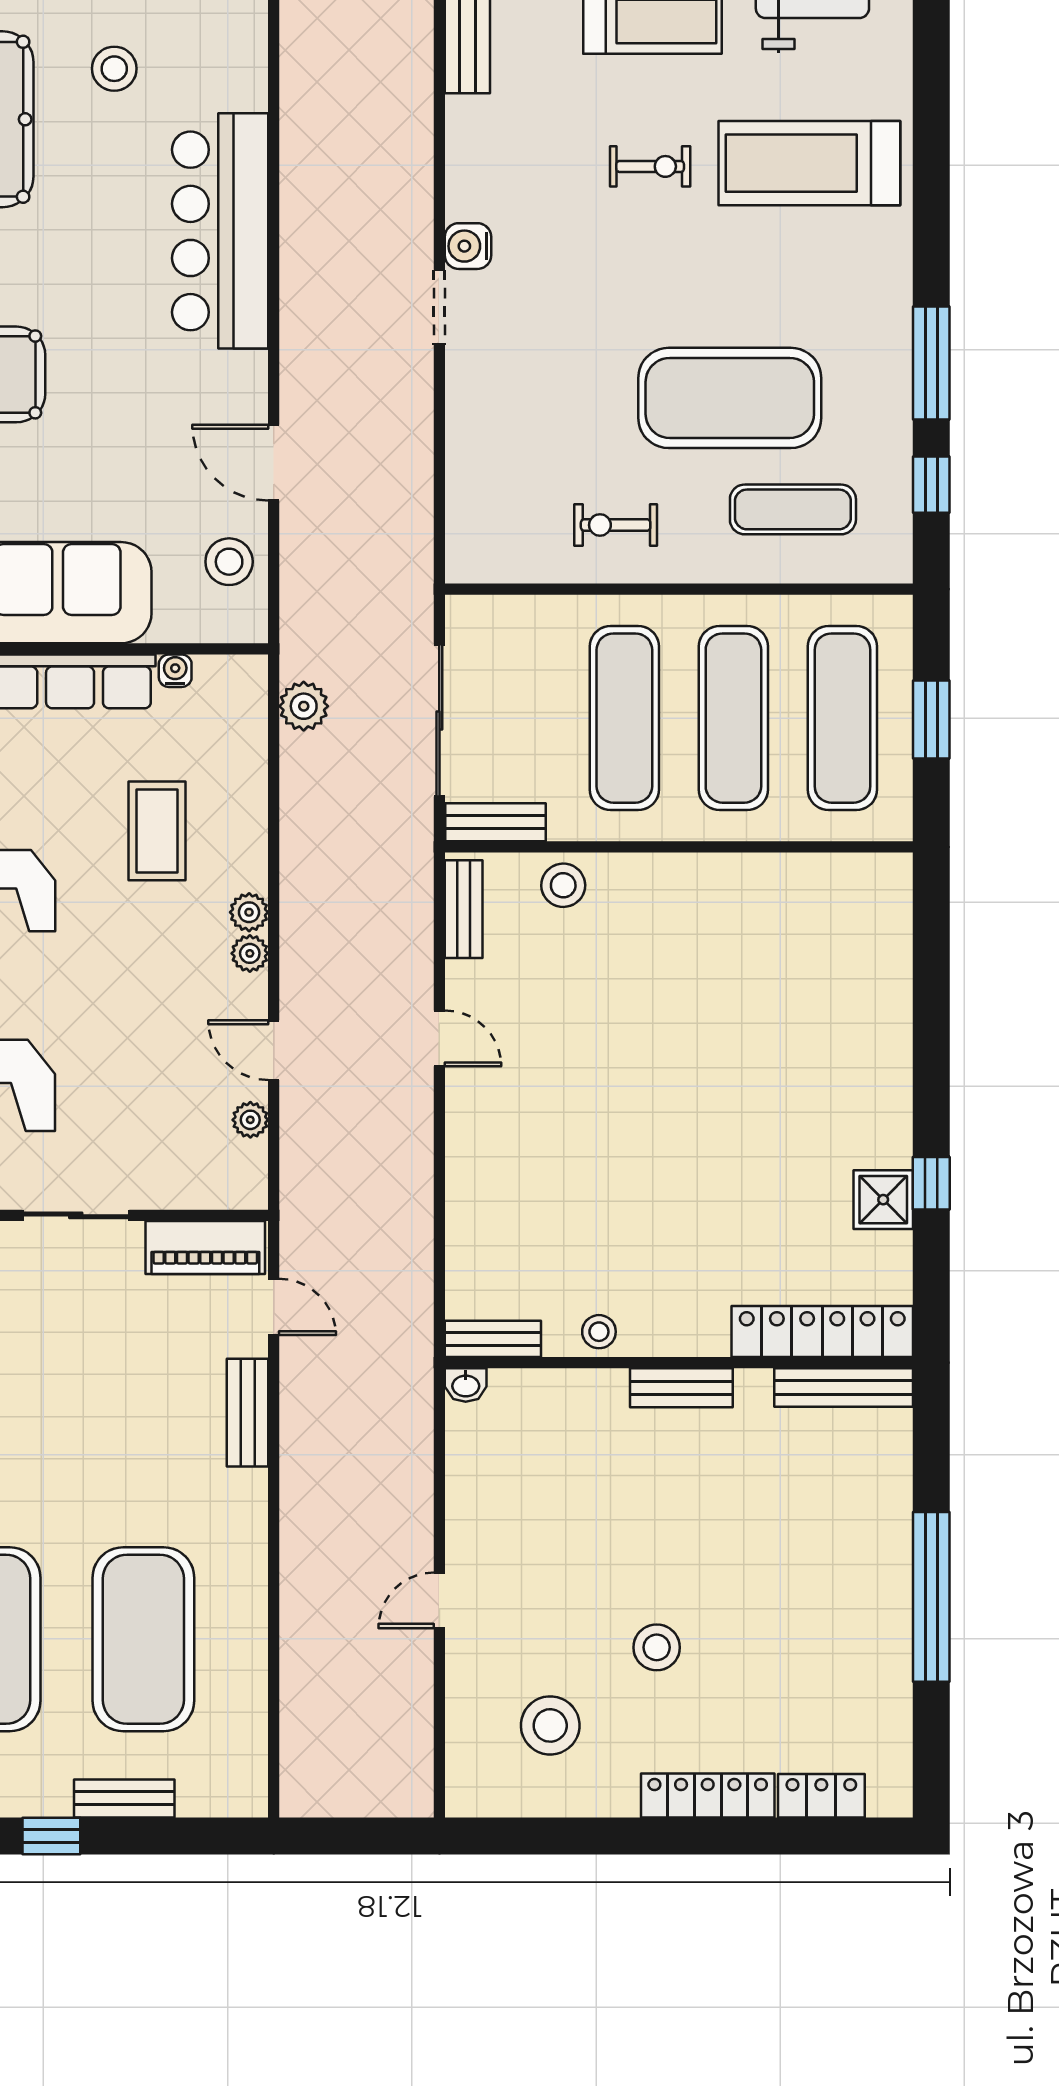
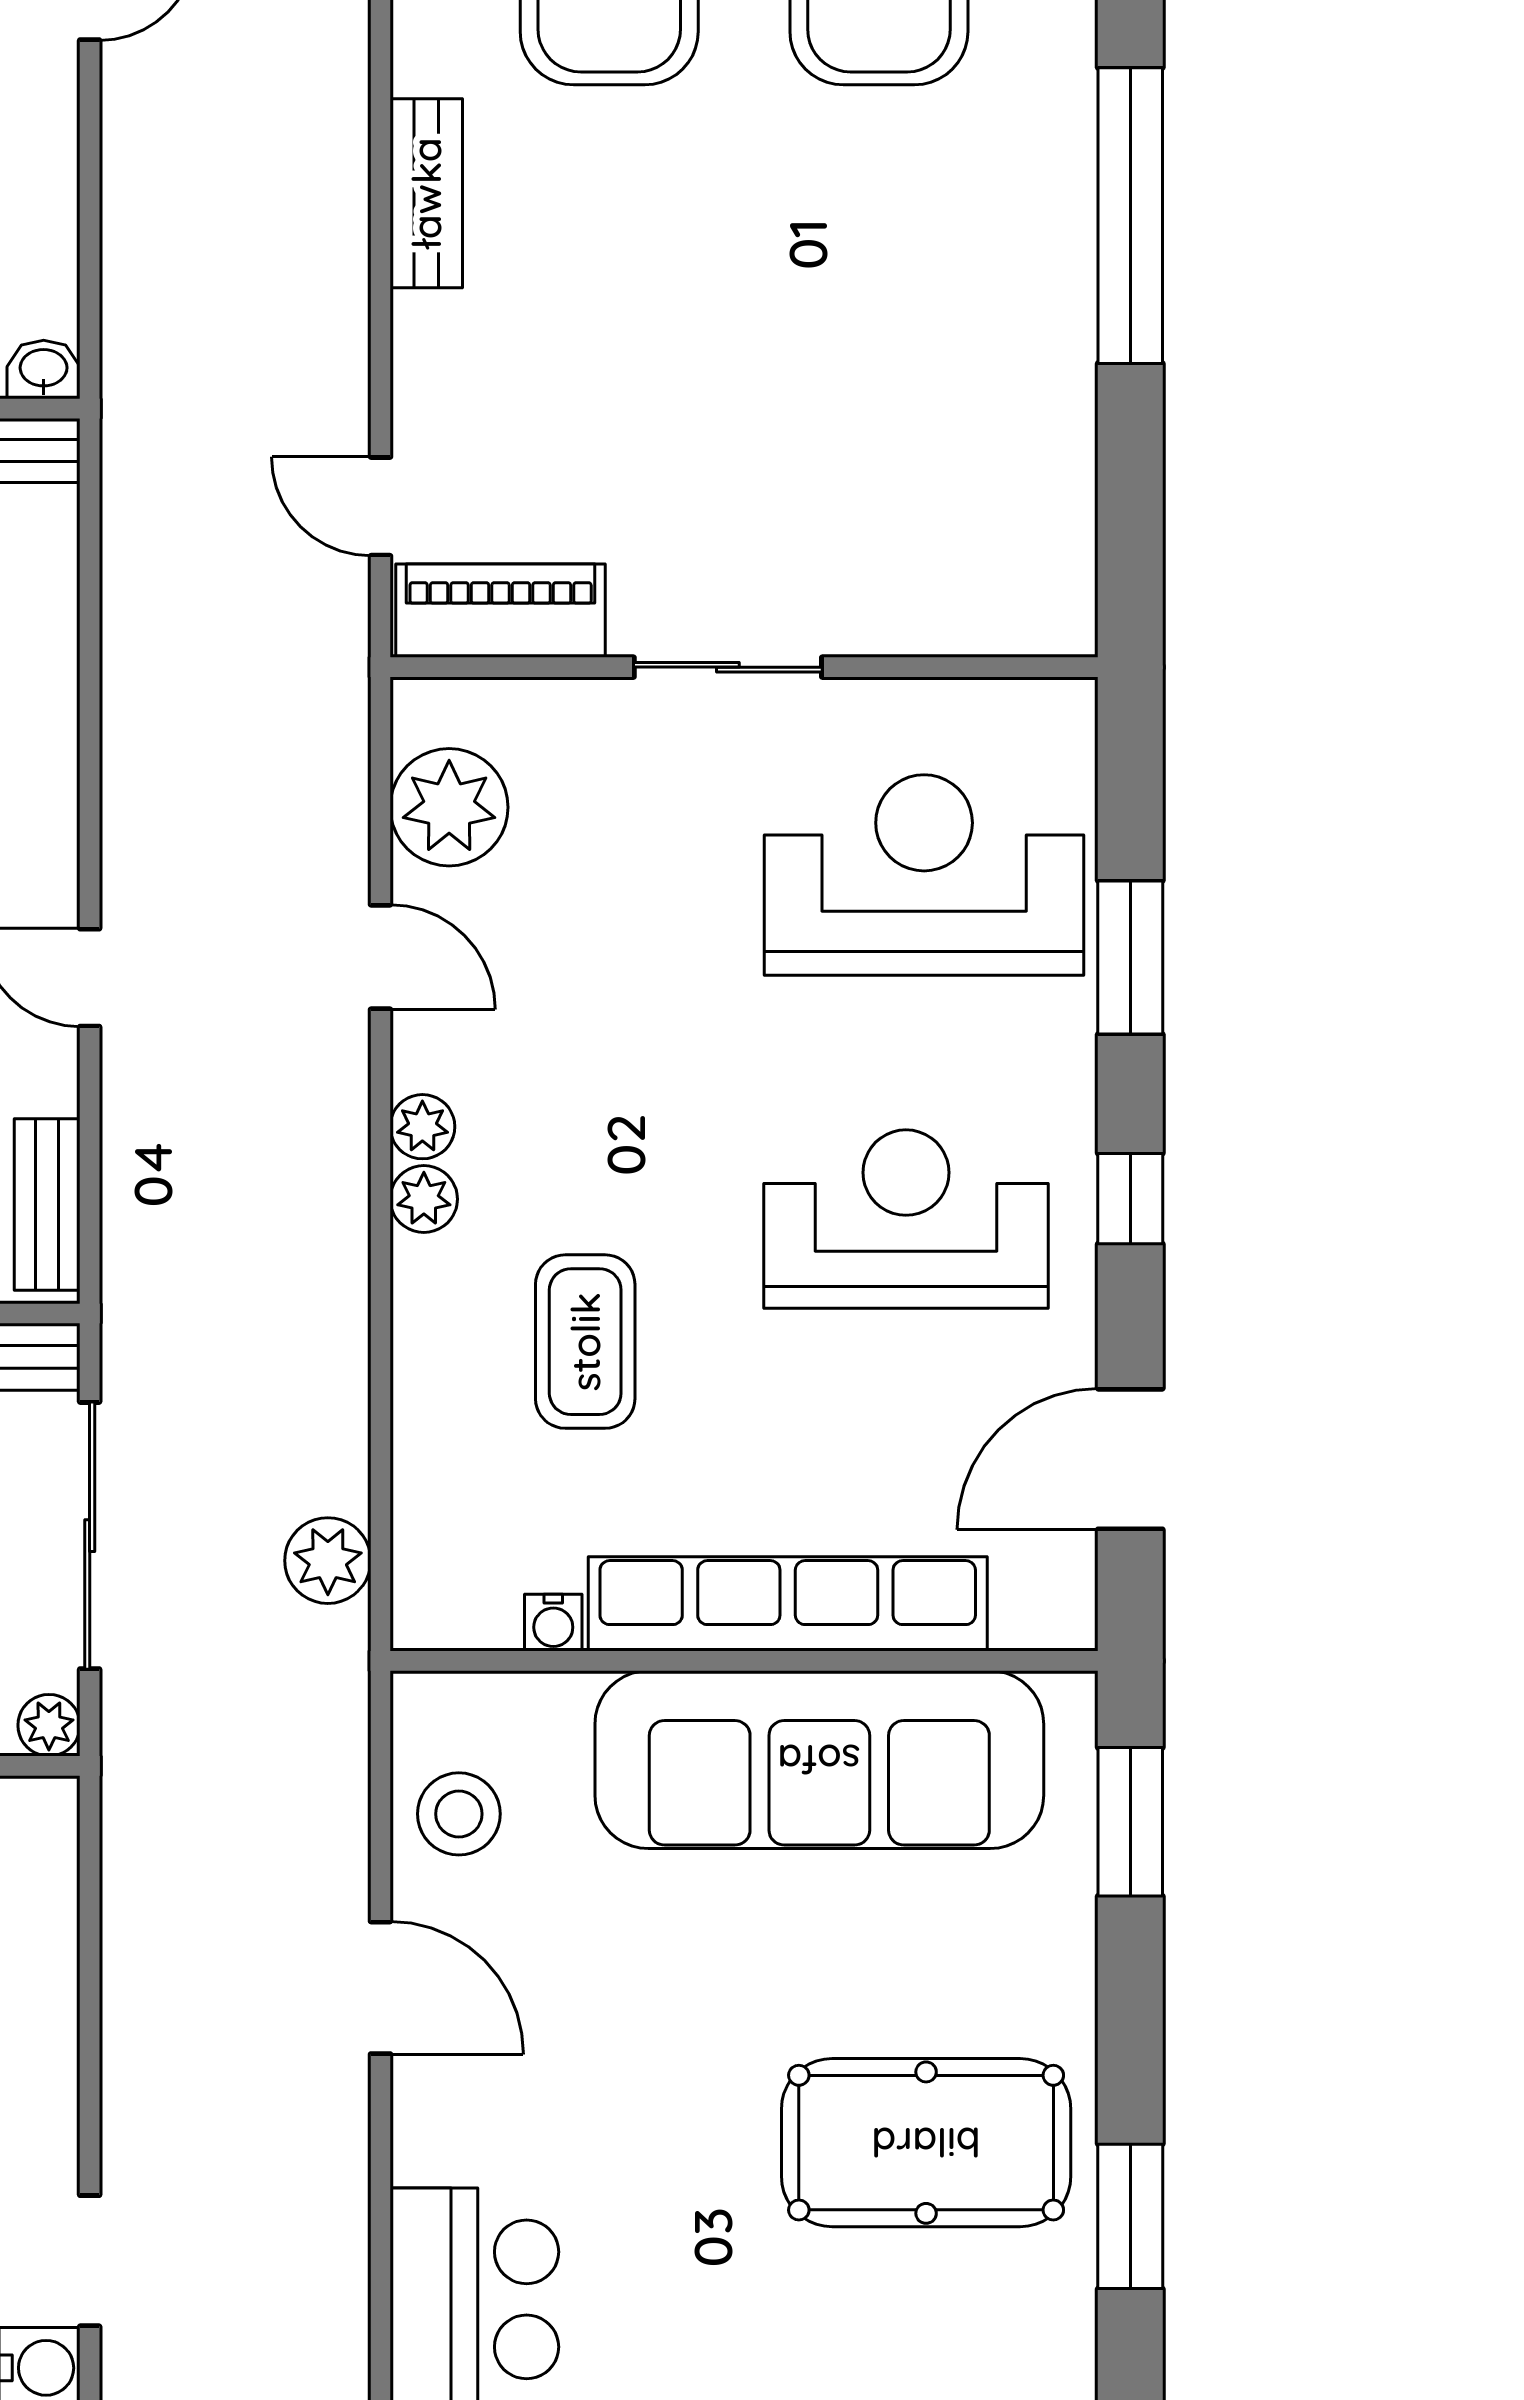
plant: (463, 612) -> (49, 1725), added
plant: (250, 1120) -> (449, 807), width x1.87, depth x1.87
bench: (248, 1413) -> (426, 193), moved

